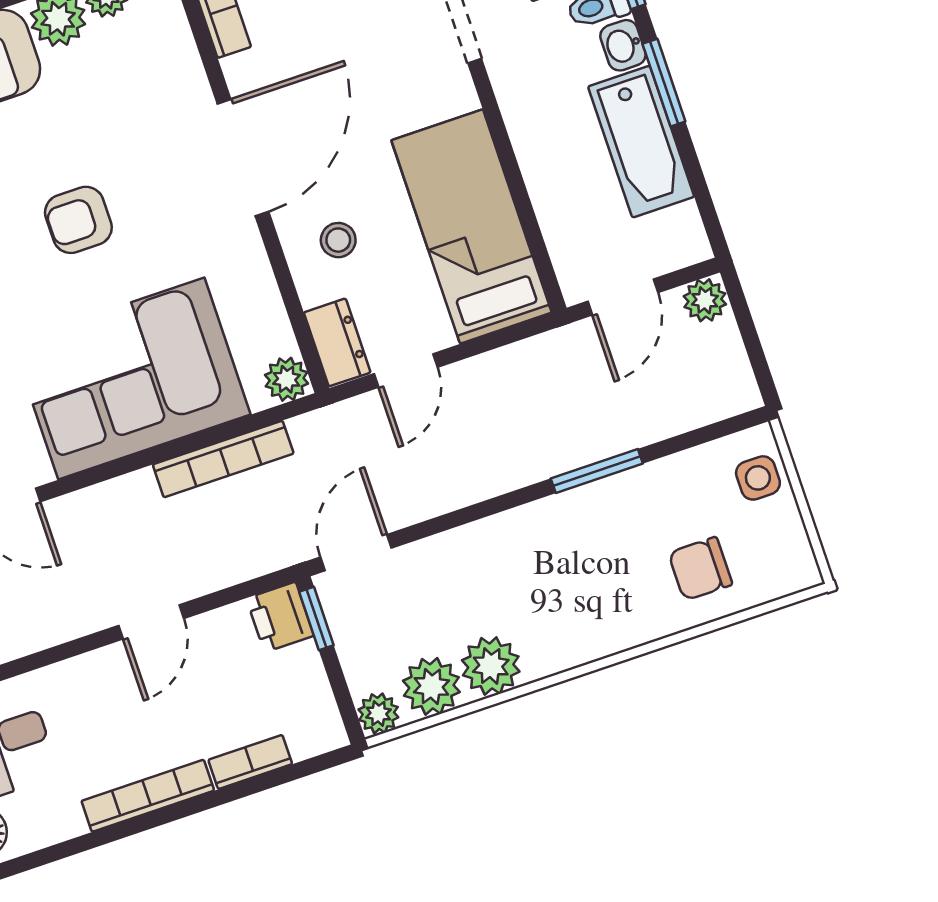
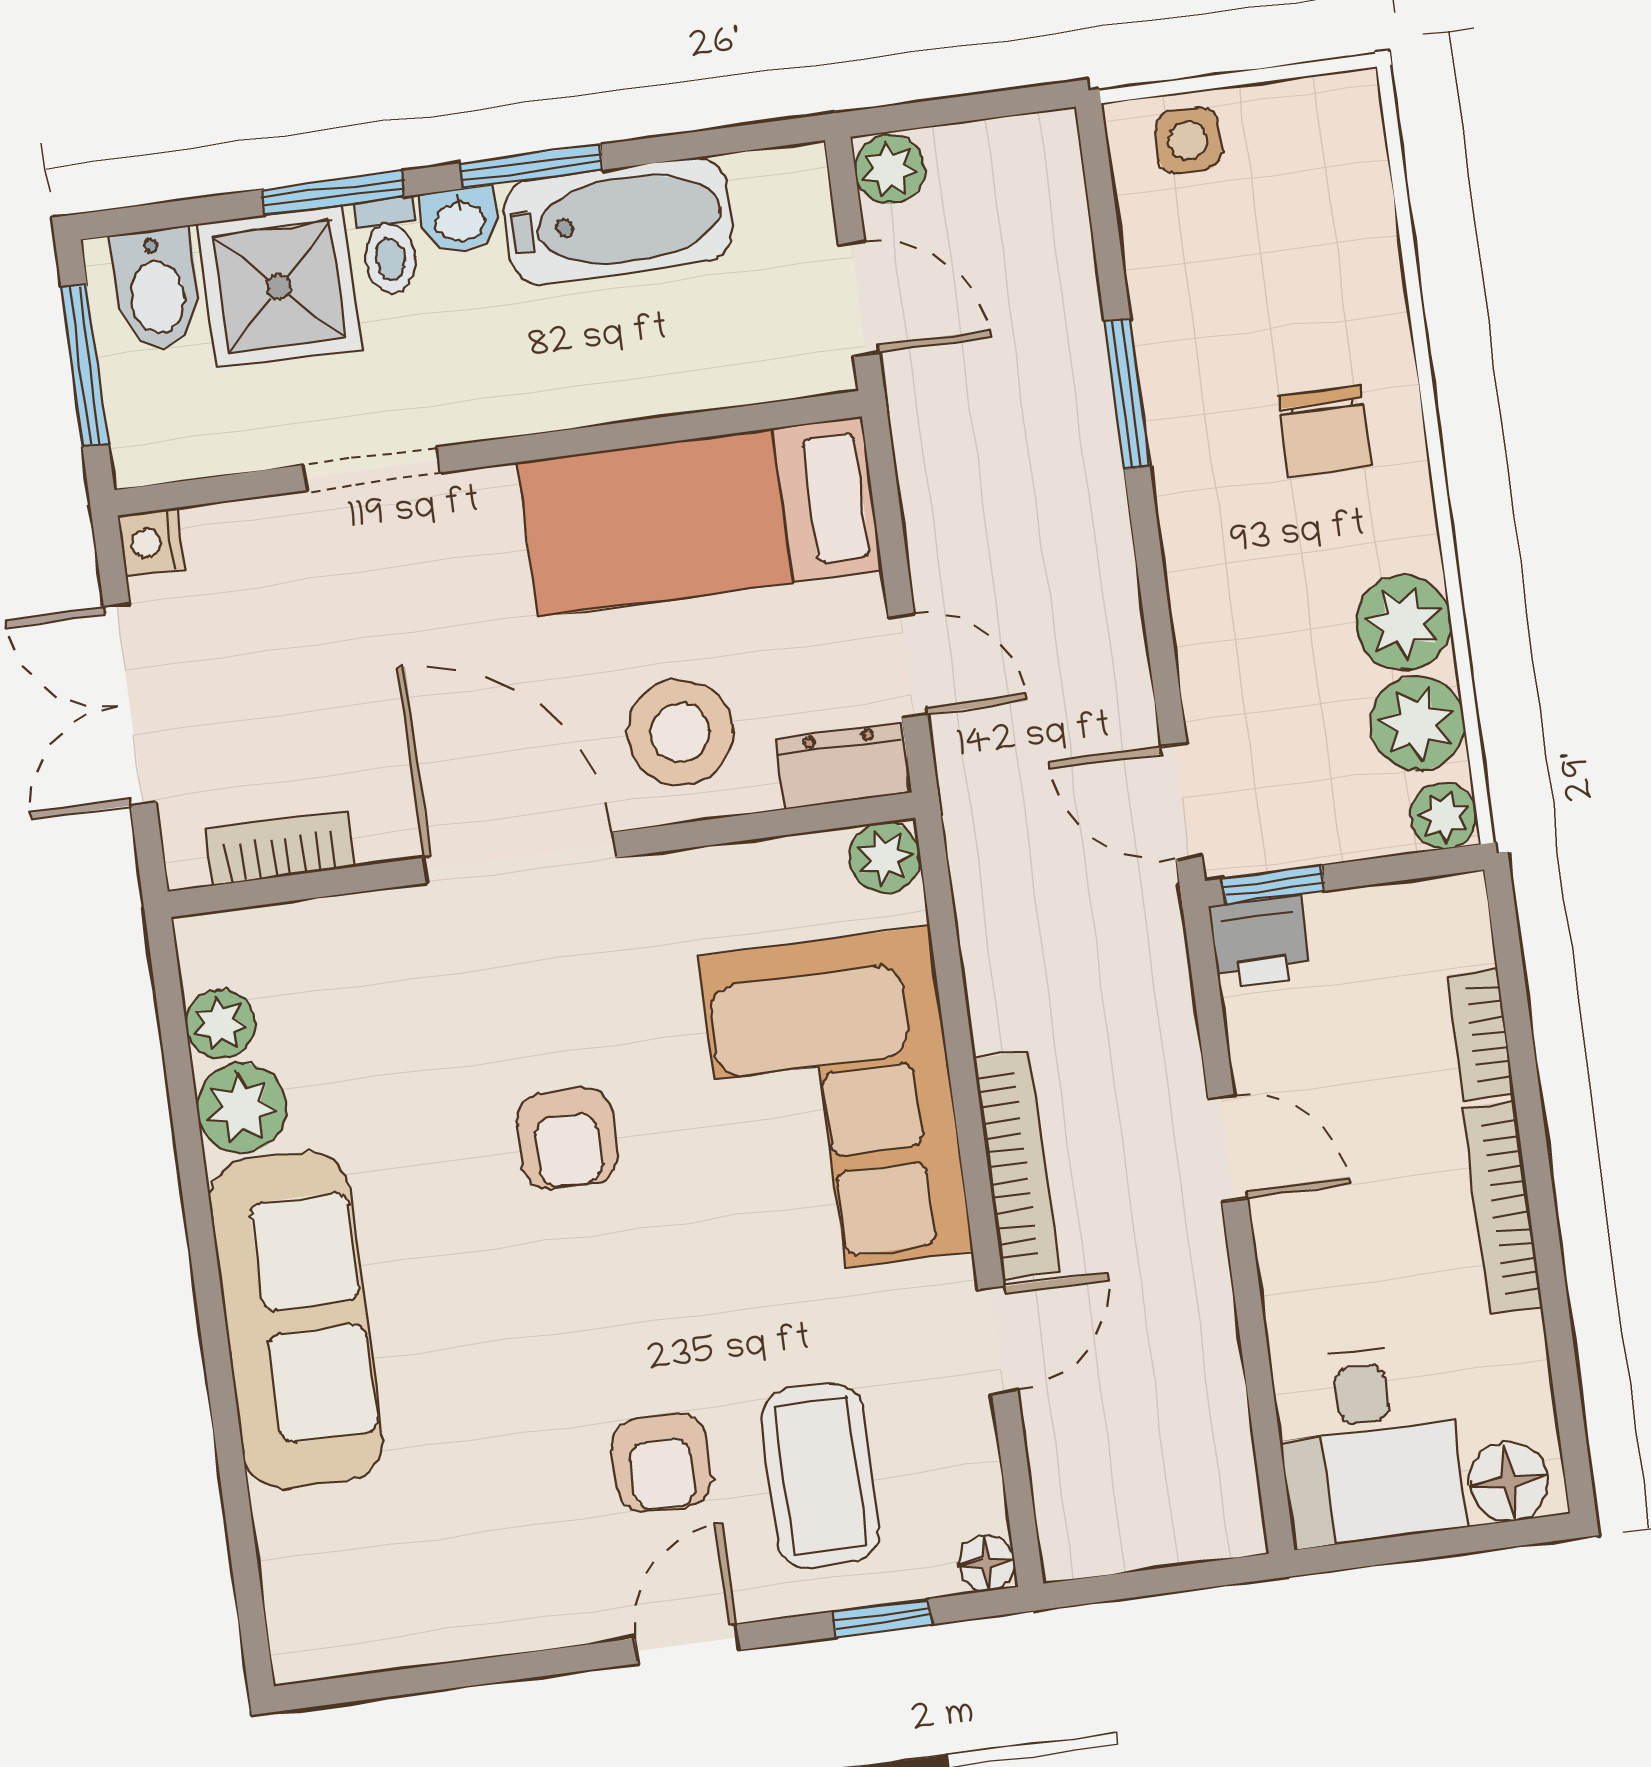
stool: (338, 240) -> (680, 732), width x1.89, depth x1.89
bookcase: (223, 459) -> (1016, 1165), moved
chair: (700, 569) -> (1325, 431), moved

